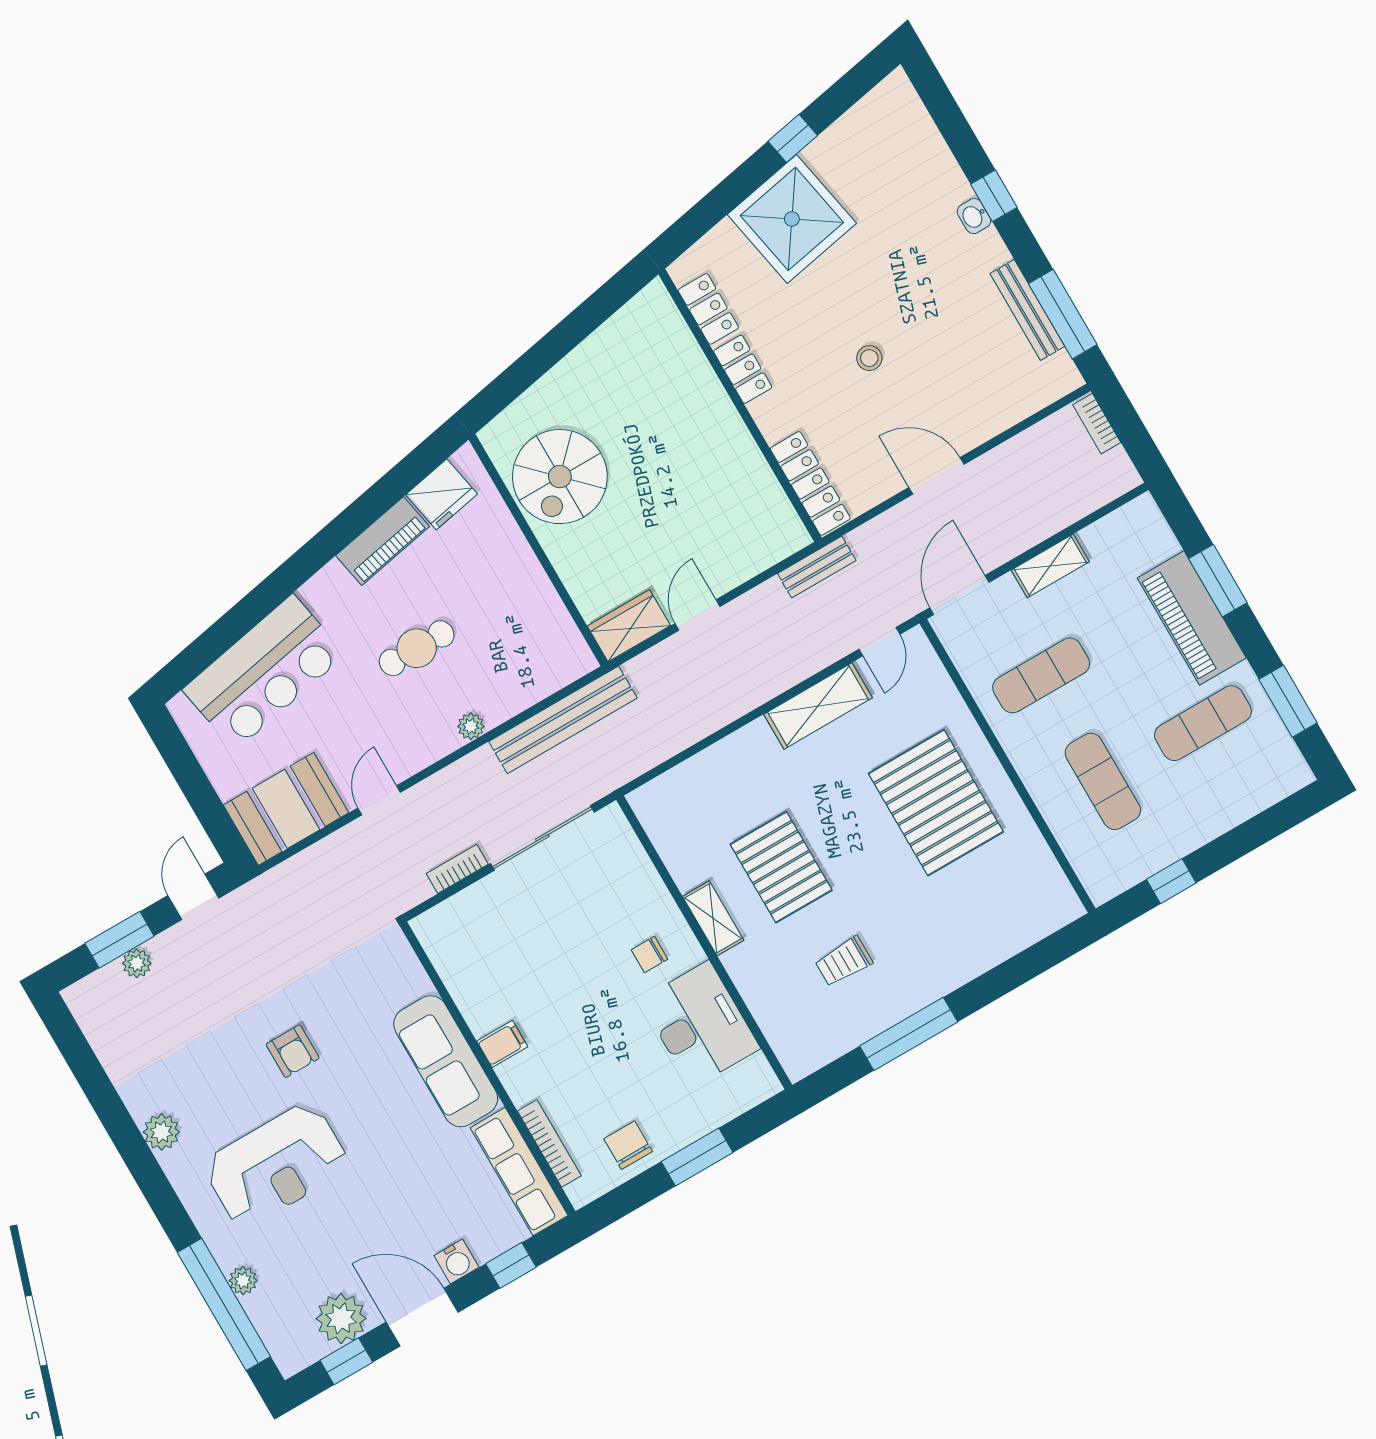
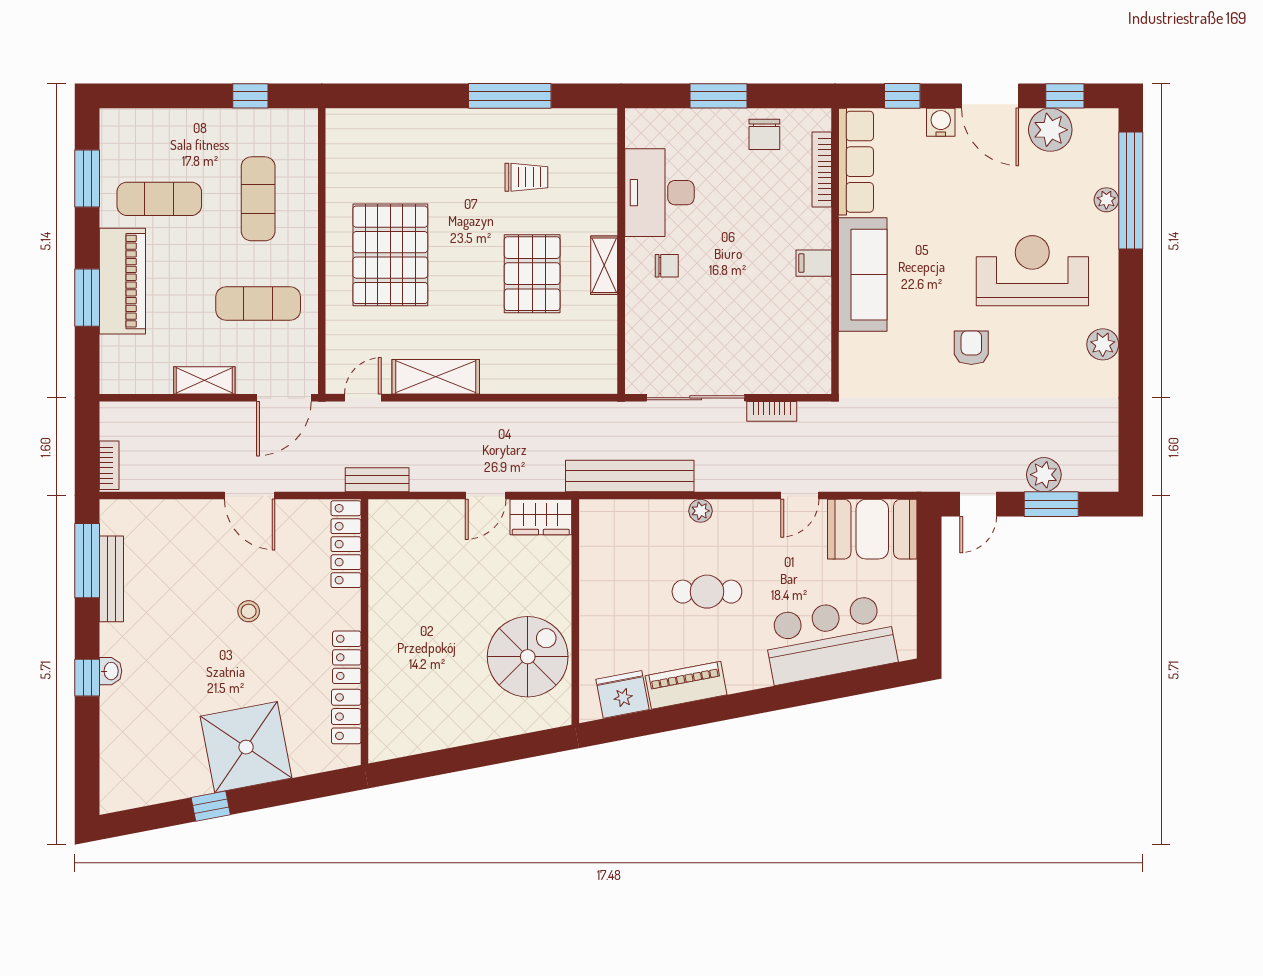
plant: (137, 963) -> (1044, 475), width x1.38, depth x1.38

